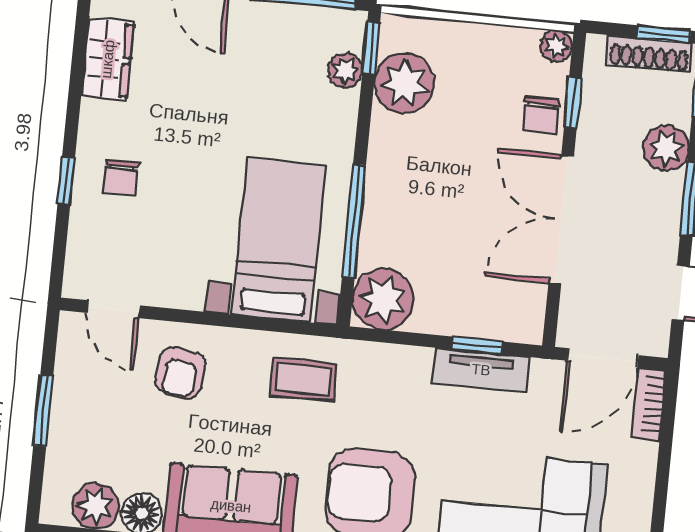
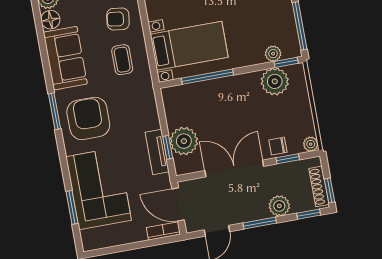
plant: (383, 299) -> (184, 141), moved
coffee table: (304, 379) -> (122, 60), moved

